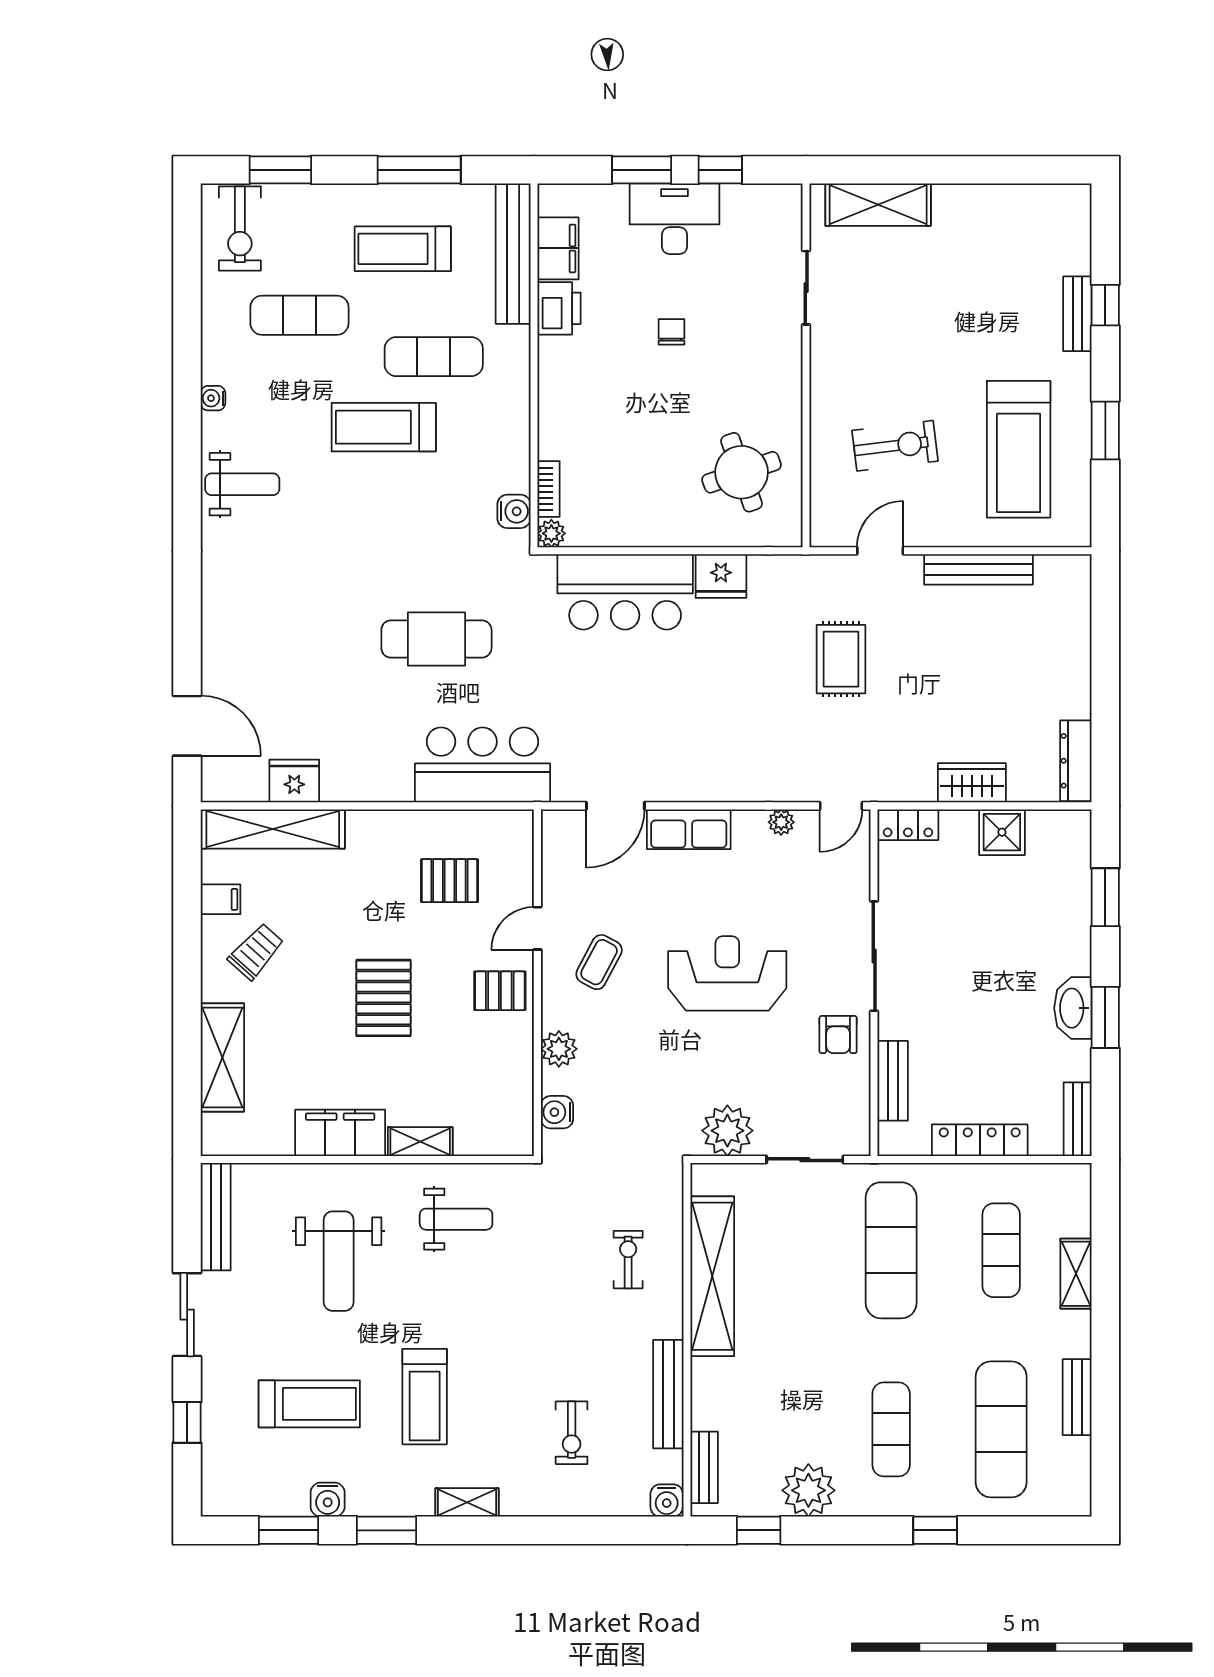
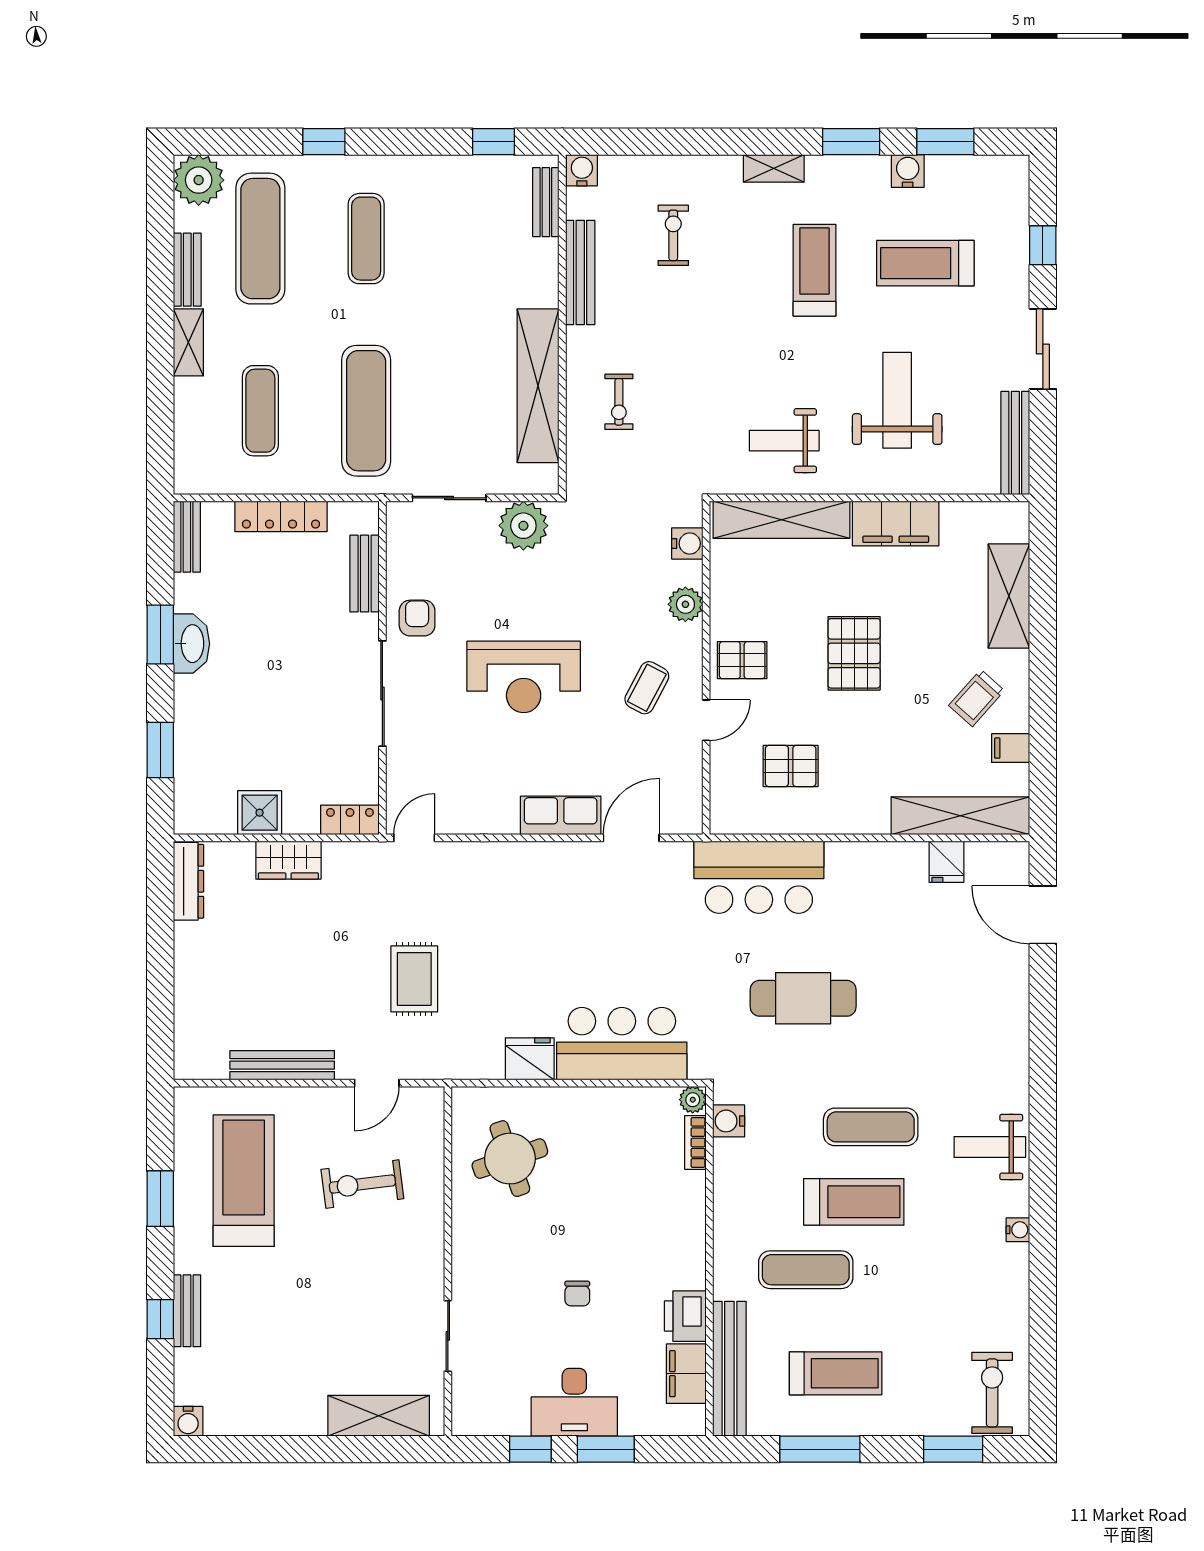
water cooler: (1076, 199) -> (188, 1421), added
exercise mat: (299, 315) -> (871, 1127), moved
fridge: (294, 781) -> (946, 862), width x0.72
plant: (781, 822) -> (472, 822), removed
shelving: (420, 1142) -> (781, 520), width x2.20, depth x1.33
shelving: (1076, 1274) -> (188, 342), moved
plant: (808, 1490) -> (199, 180), moved

